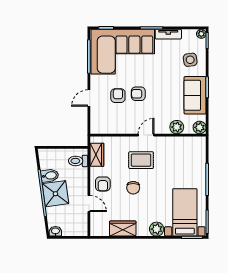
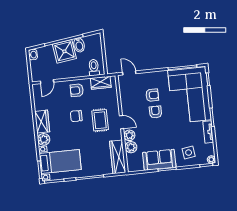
door: (89, 98) -> (129, 73), moved
plant: (200, 127) -> (129, 135), moved
wardrobe: (186, 144) -> (118, 157), added
door: (89, 204) -> (47, 82), moved
wardrobe: (123, 229) -> (42, 122), moved

